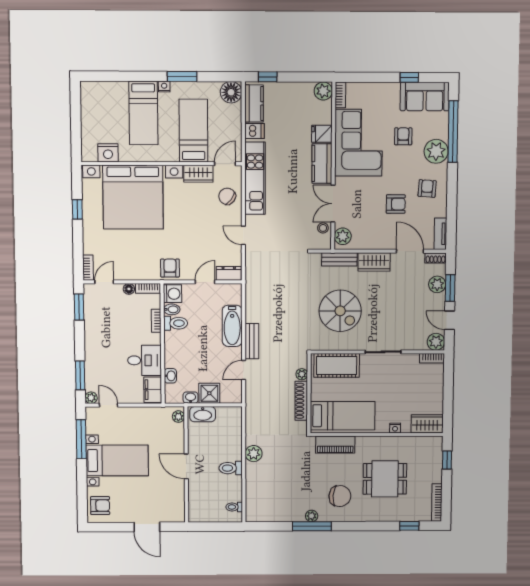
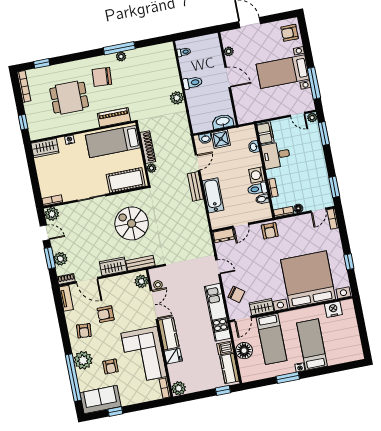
floor lamp: (231, 92) -> (244, 351), moved
washing machine: (173, 294) -> (257, 175), moved
washbasin: (191, 398) -> (205, 138), moved
plant: (178, 417) -> (229, 51), moved

